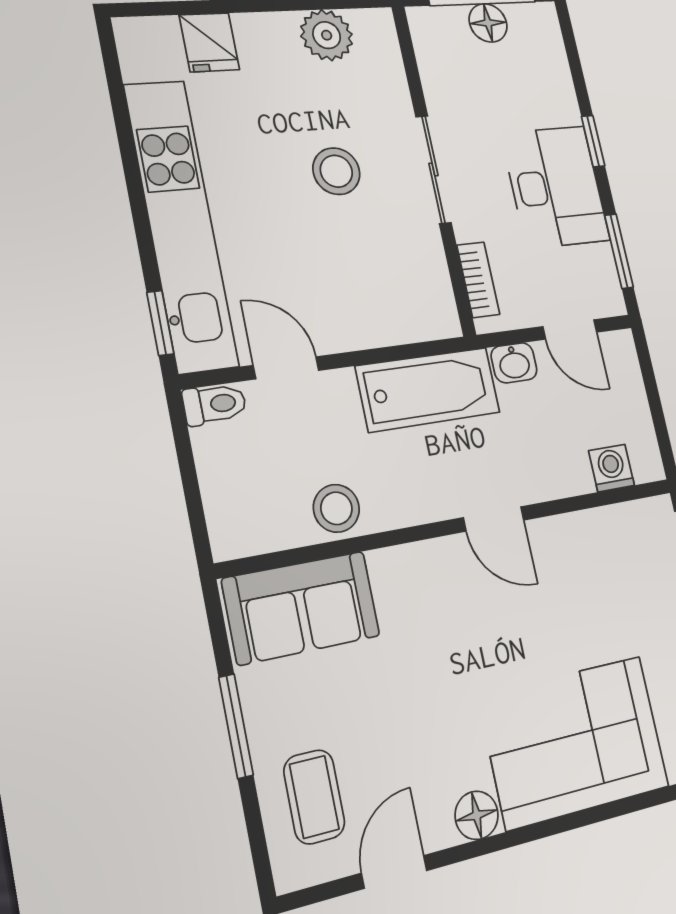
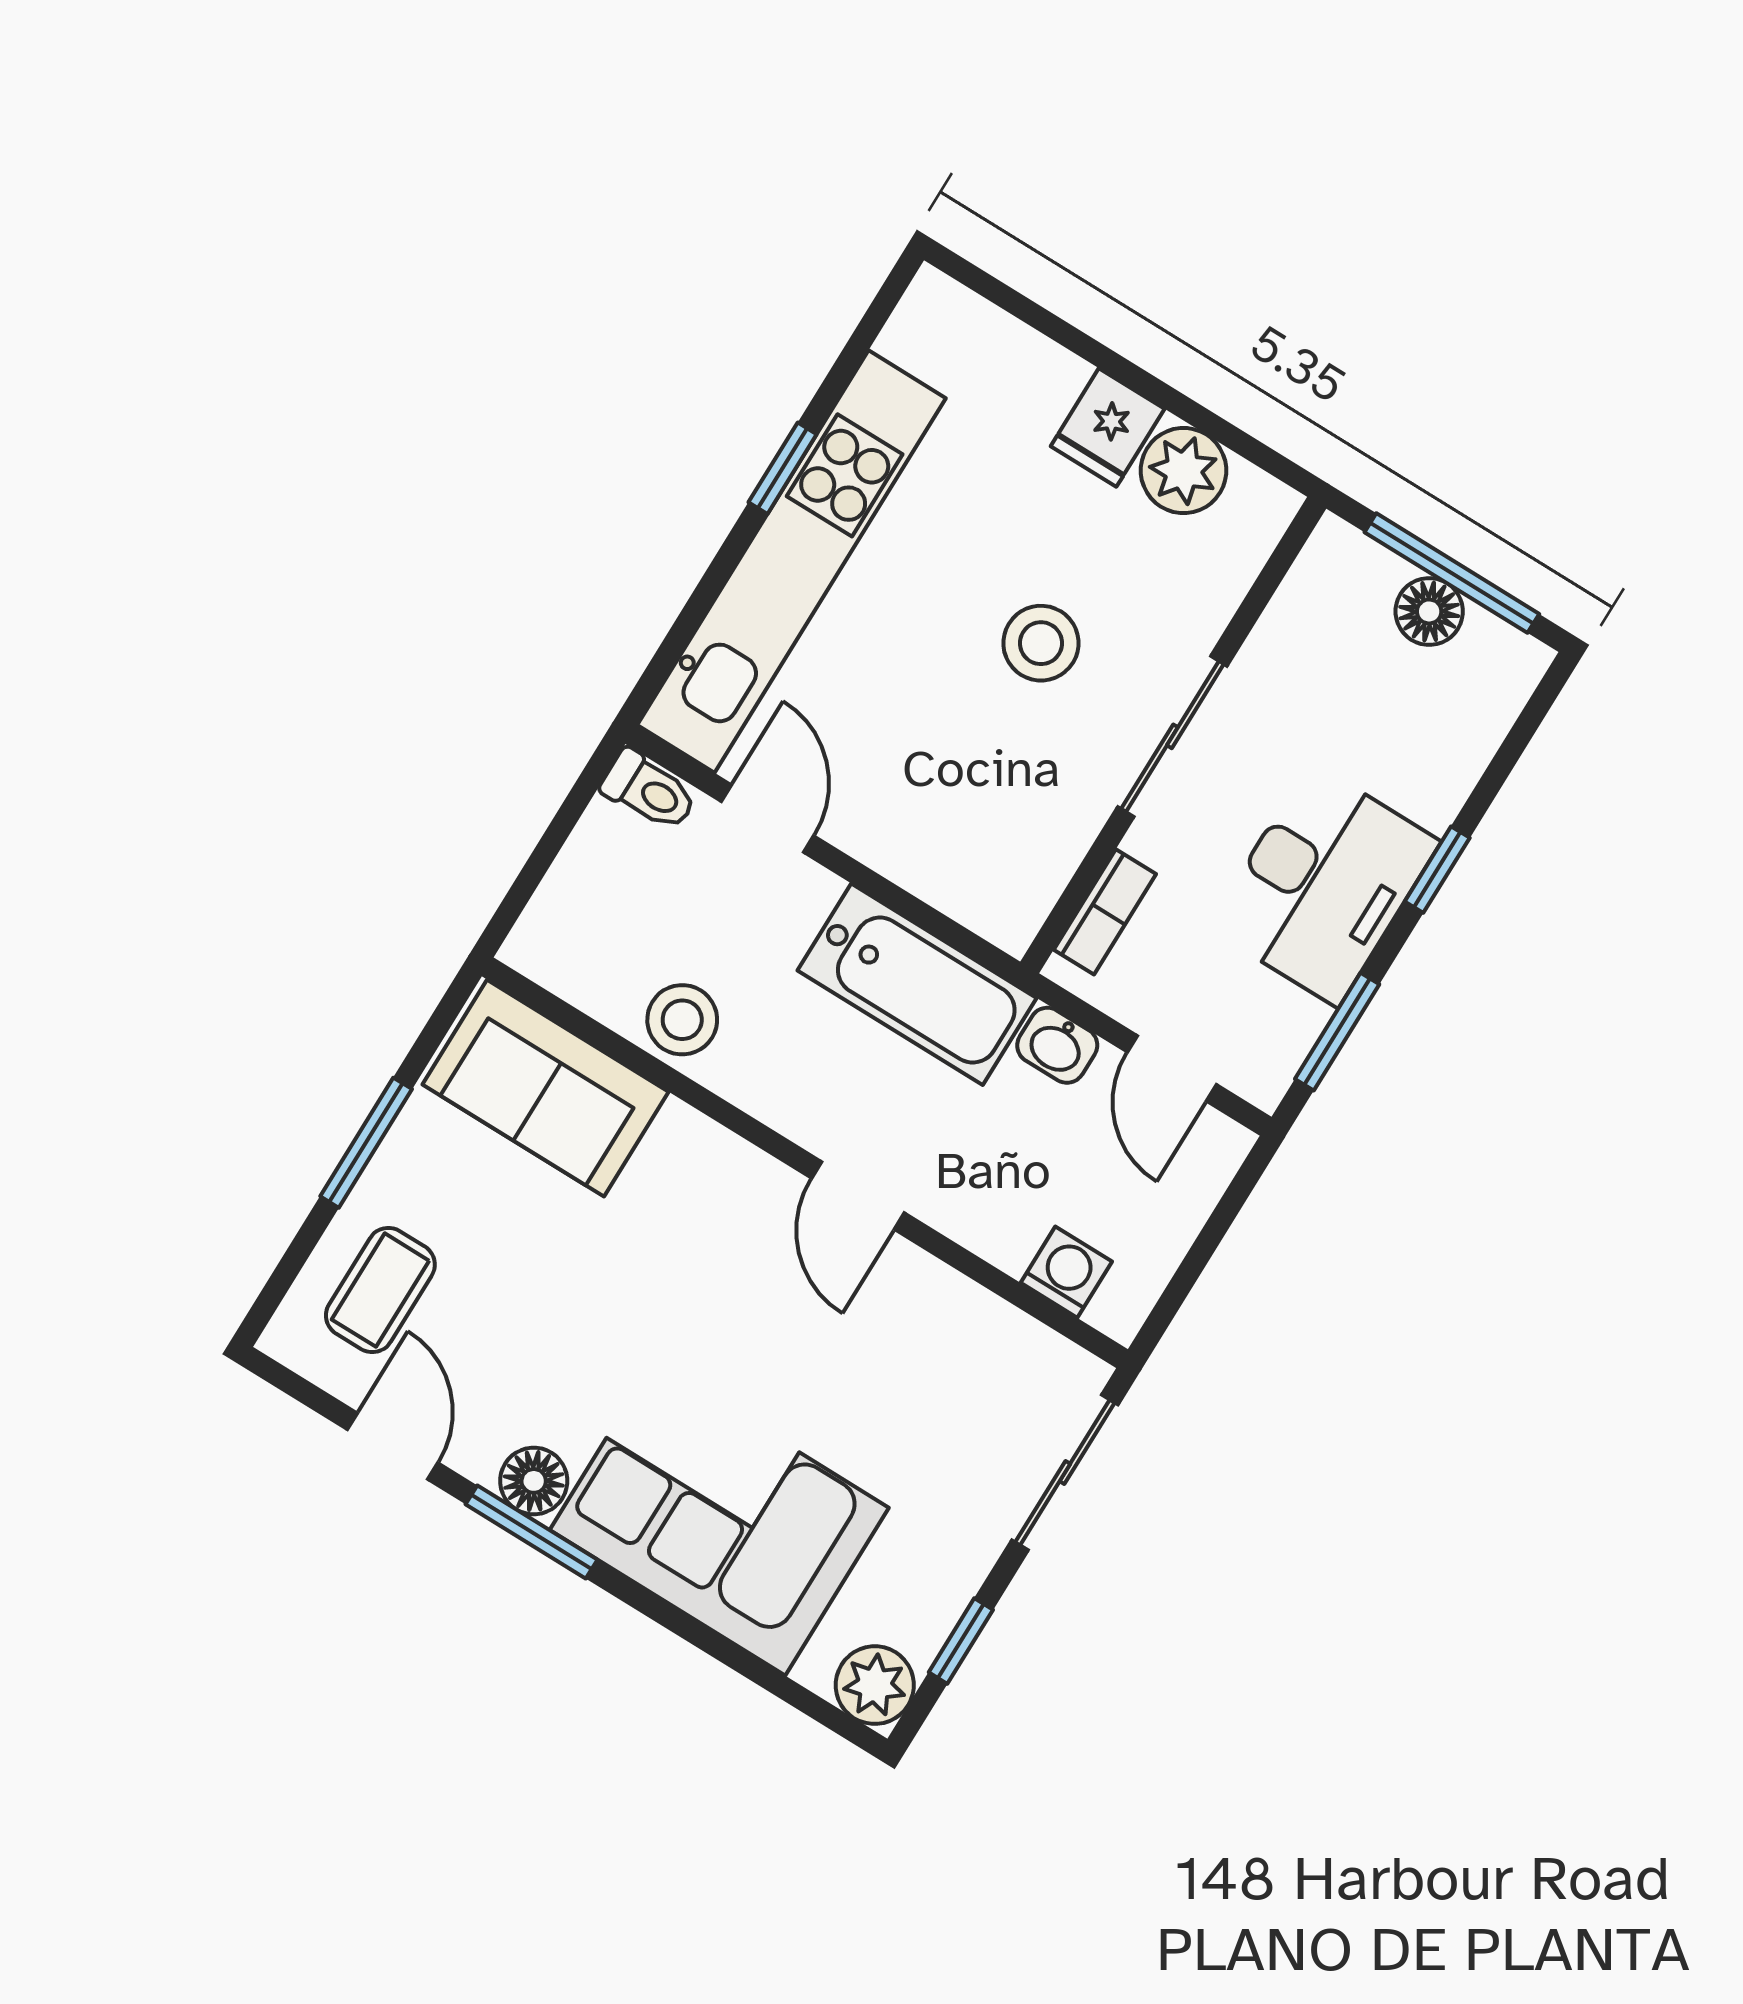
fridge: (209, 42) -> (1108, 428), moved
window: (160, 323) -> (783, 468), moved
window: (499, 842) -> (532, 1532), added
door: (394, 872) -> (393, 1446), hinge flipped

